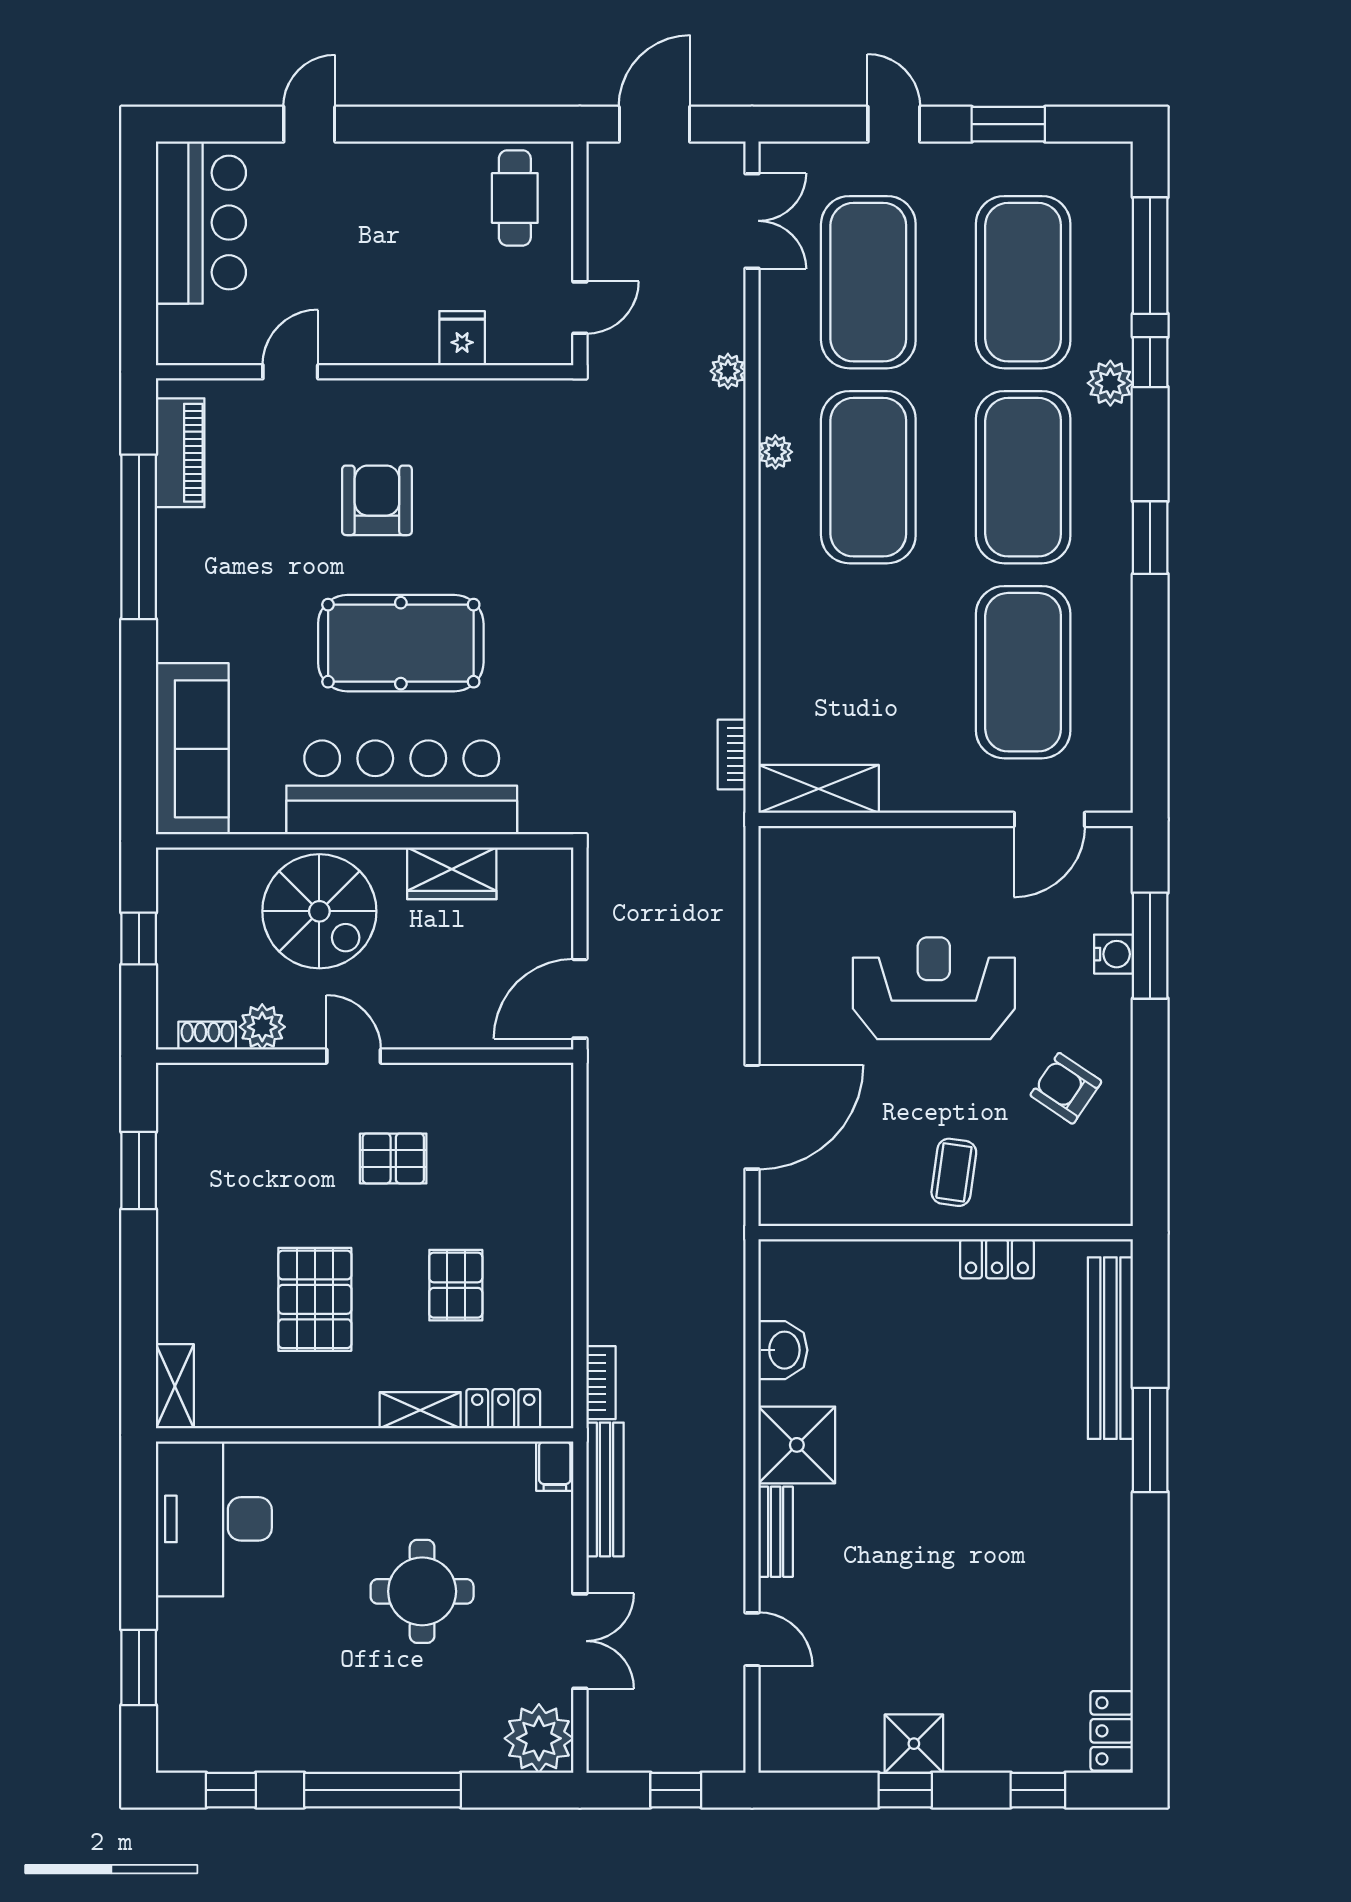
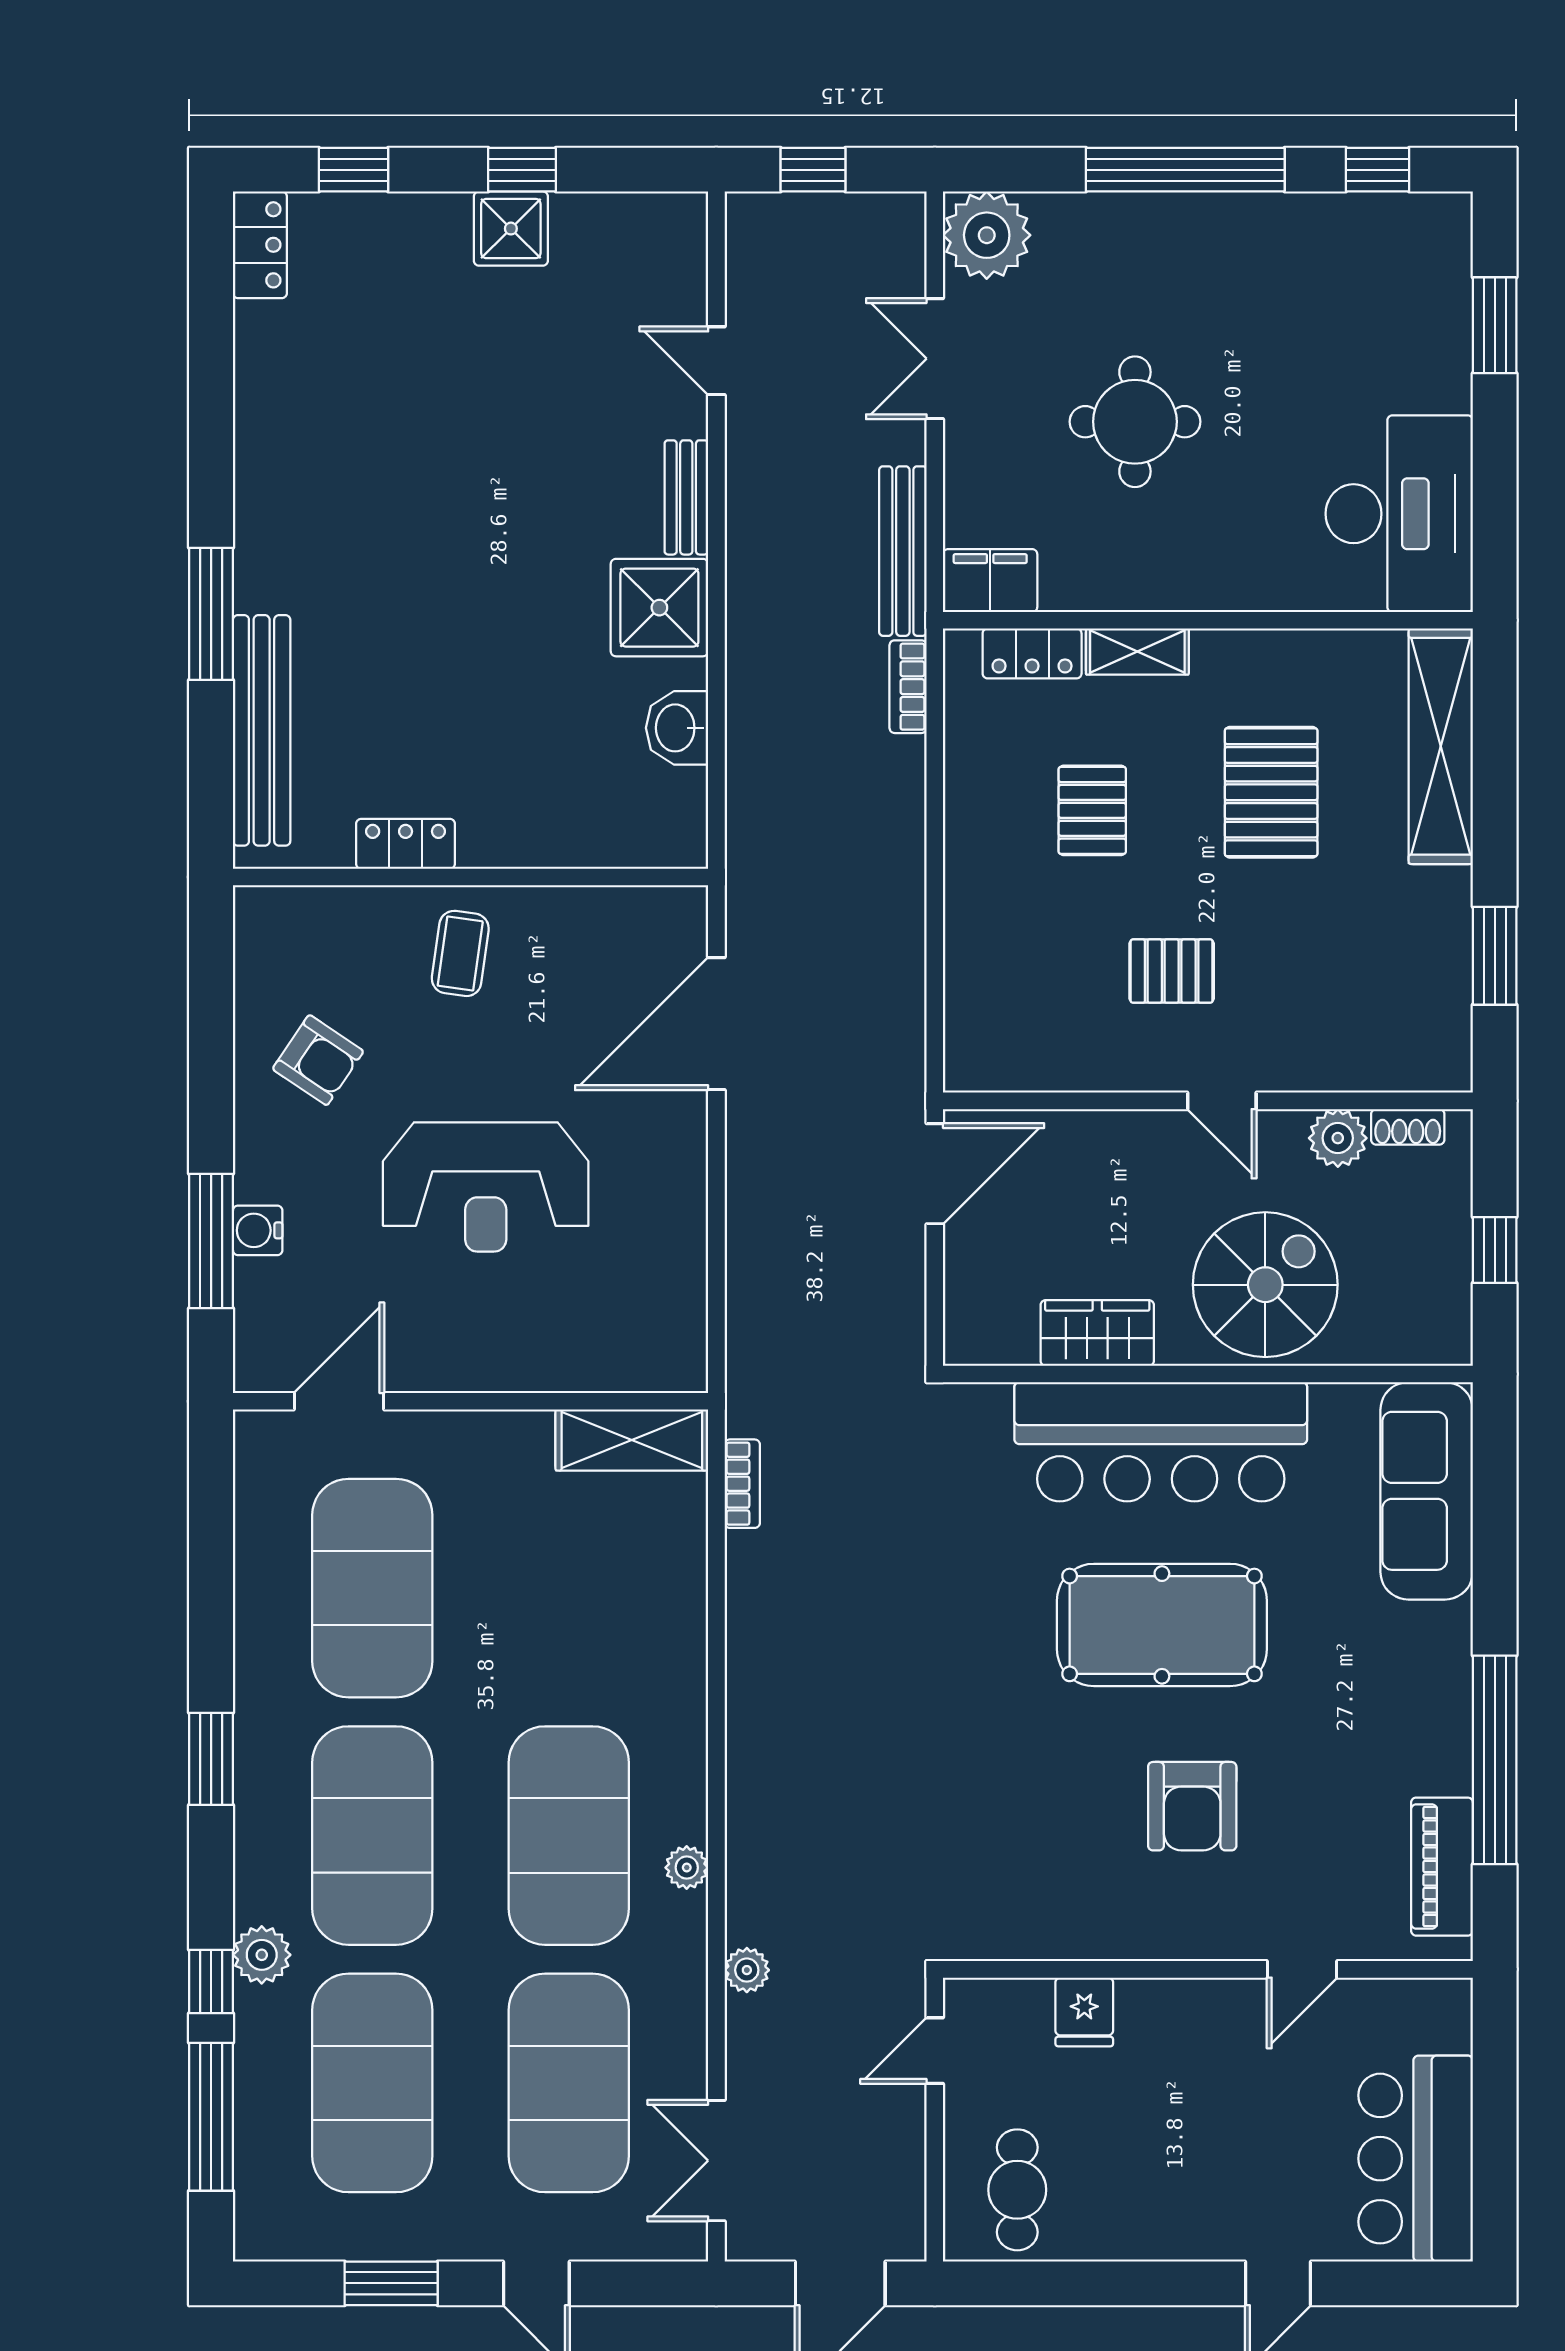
spiral stairs: (319, 911) -> (1265, 1285), turned 90
shelving: (175, 1386) -> (1441, 746), width x2.20, depth x1.33
filing cabinet: (555, 1466) -> (990, 581), width x2.00

